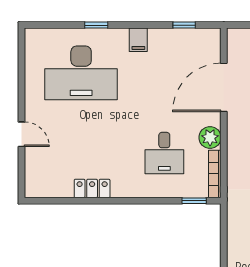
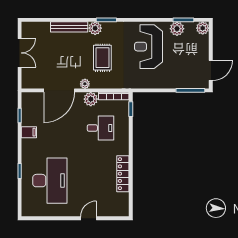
filing cabinet: (138, 40) -> (29, 132), moved
door: (224, 87) -> (59, 90), hinge flipped
plant: (234, 128) -> (85, 84), added
locker: (92, 188) -> (123, 174), width x1.53

